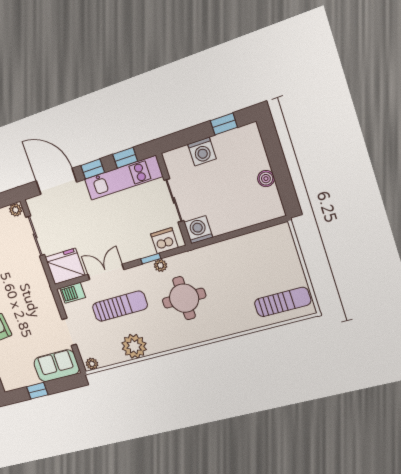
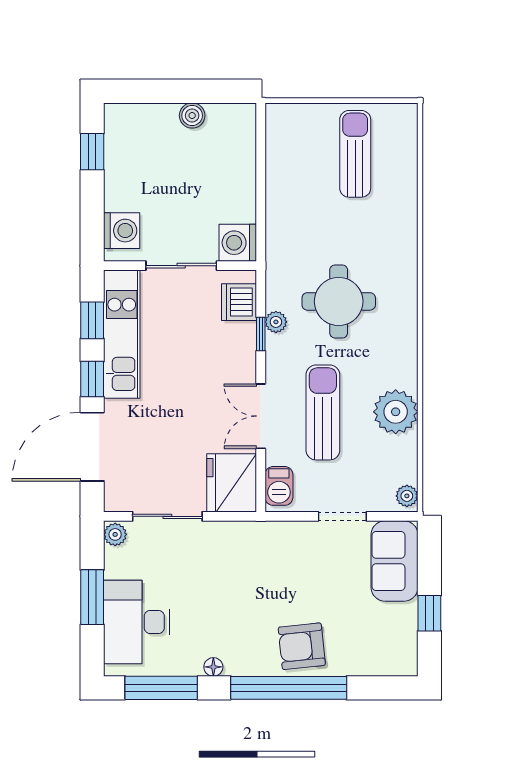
washing machine: (202, 152) -> (122, 231), moved
sun lounger: (283, 302) -> (355, 154), moved

